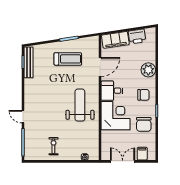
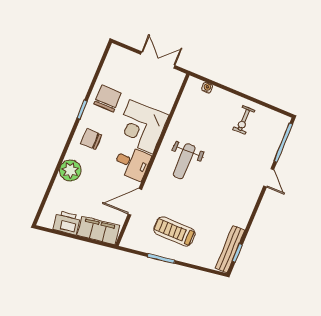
weight bench: (80, 105) -> (184, 161), width x0.73, depth x0.75
filing cabinet: (142, 154) -> (126, 59), removed
double door: (123, 161) -> (158, 60), swing flipped

